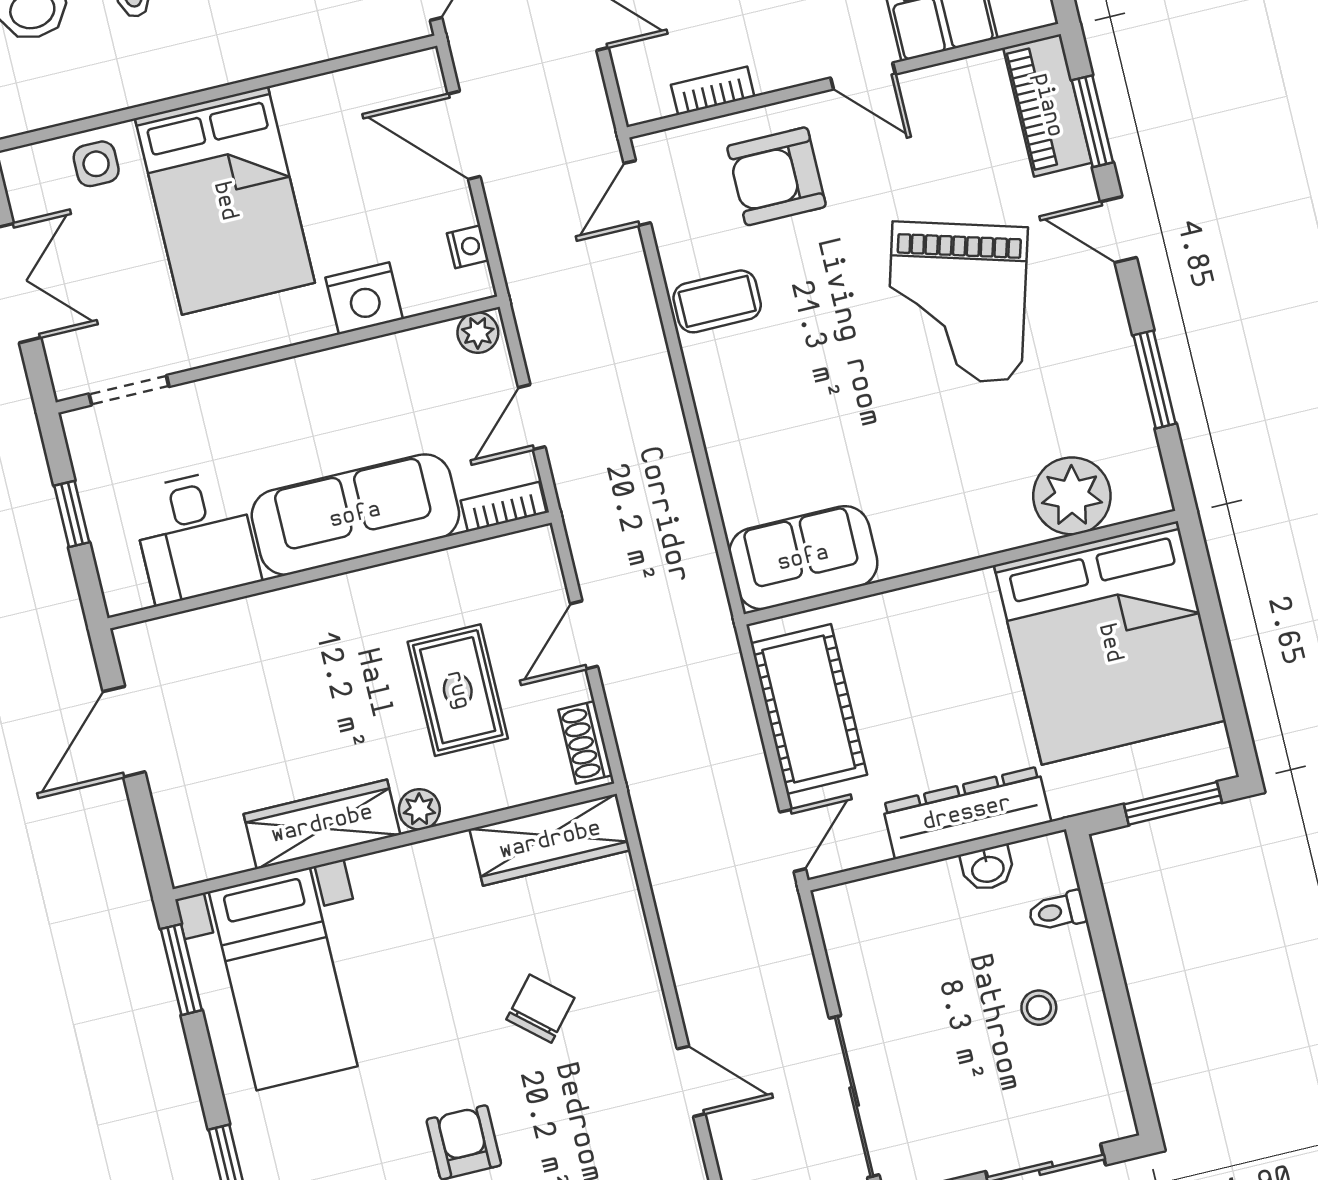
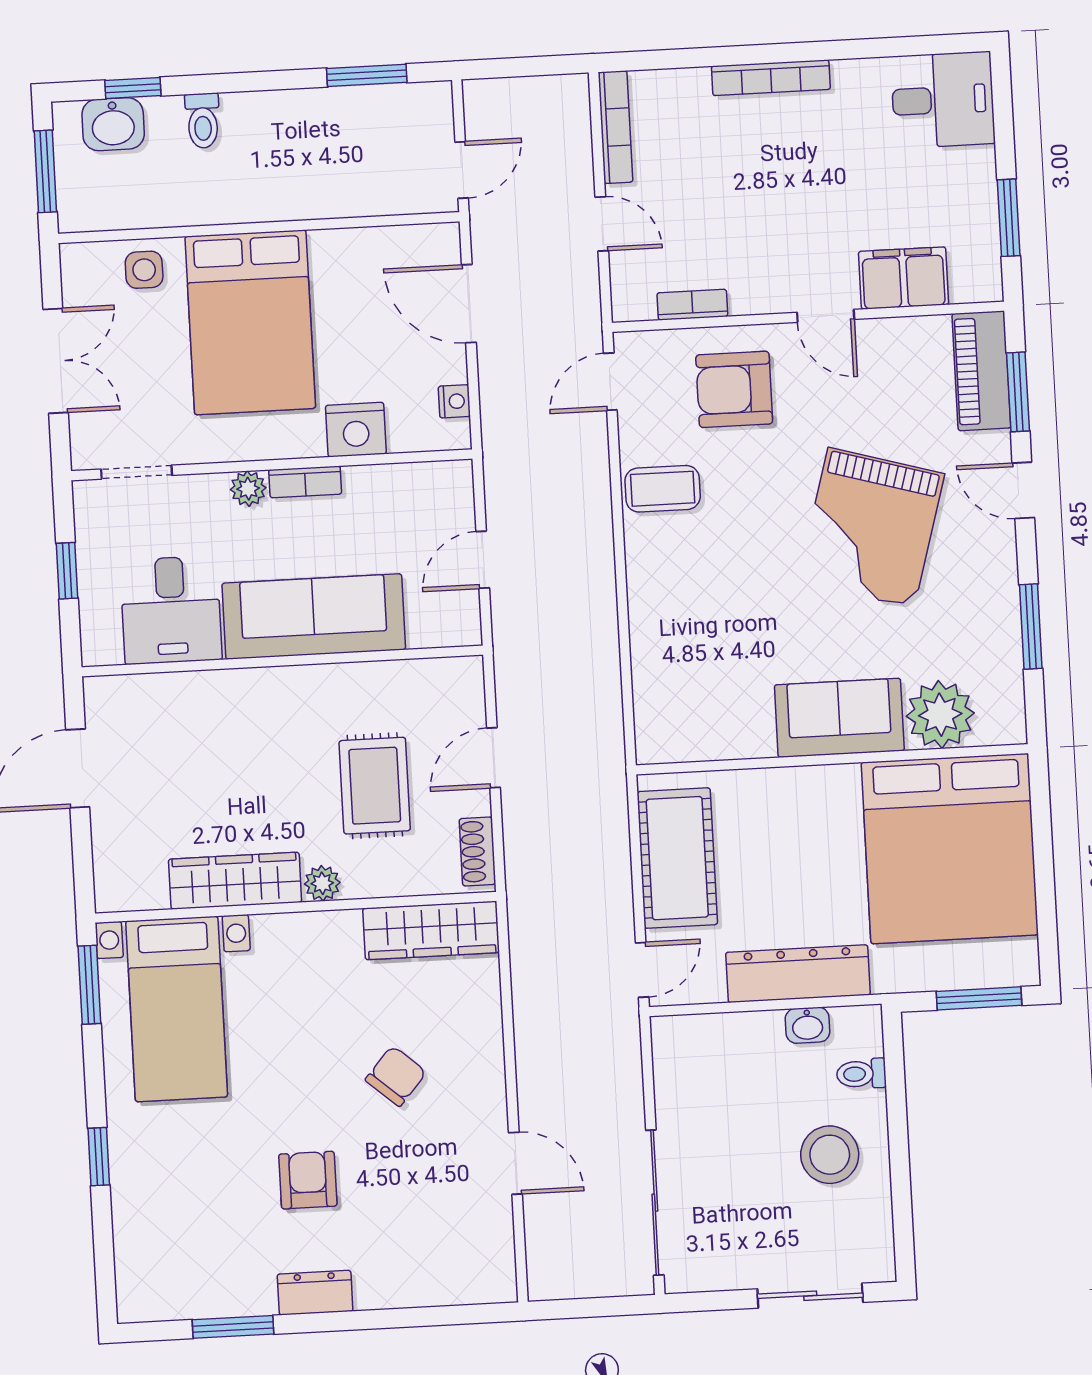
plant: (478, 333) -> (248, 489), moved
bookcase: (504, 507) -> (305, 482), moved, turned 180
sofa: (803, 558) -> (839, 718), moved
stool: (1039, 1008) -> (830, 1155), width x1.89, depth x1.89

